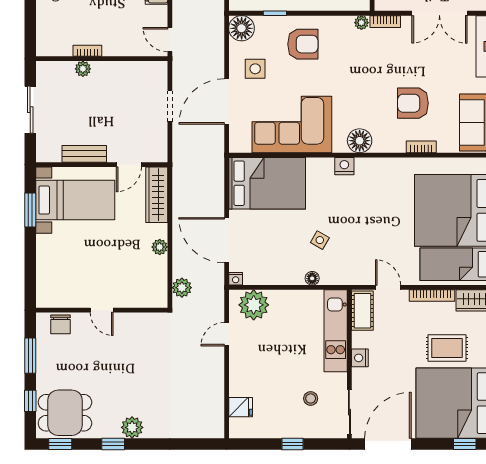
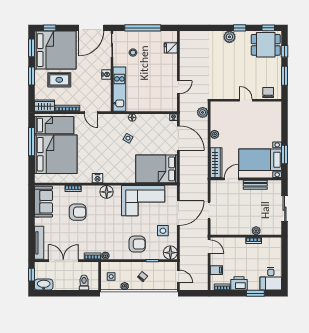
armchair: (303, 44) -> (137, 244), turned 180
nightstand: (344, 166) -> (97, 178), moved
plant: (254, 305) -> (164, 103), removed
cot: (362, 311) -> (105, 100), removed
window: (293, 444) -> (143, 28), width x3.17

